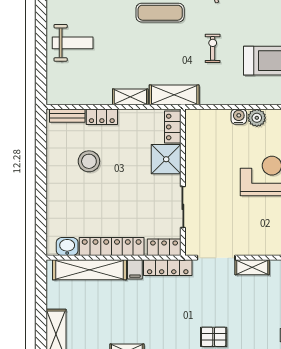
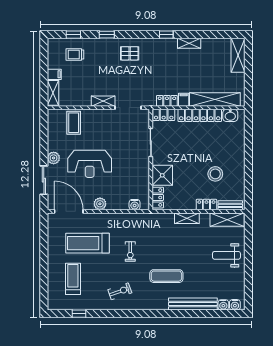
shelving: (174, 95) -> (227, 220), moved
water cooler: (239, 117) -> (135, 205), moved
locker: (168, 268) -> (167, 101), width x0.66

